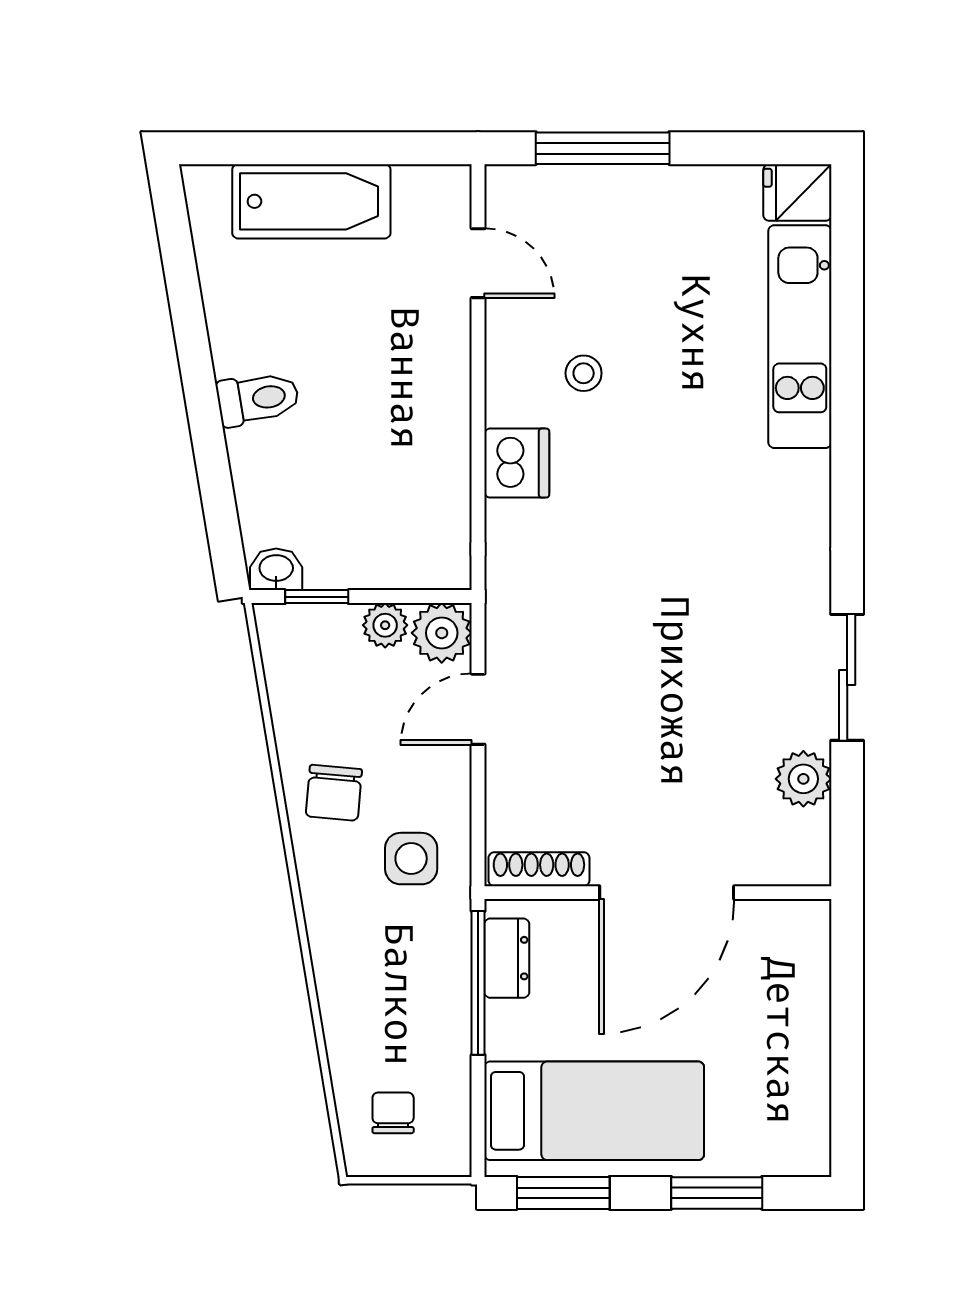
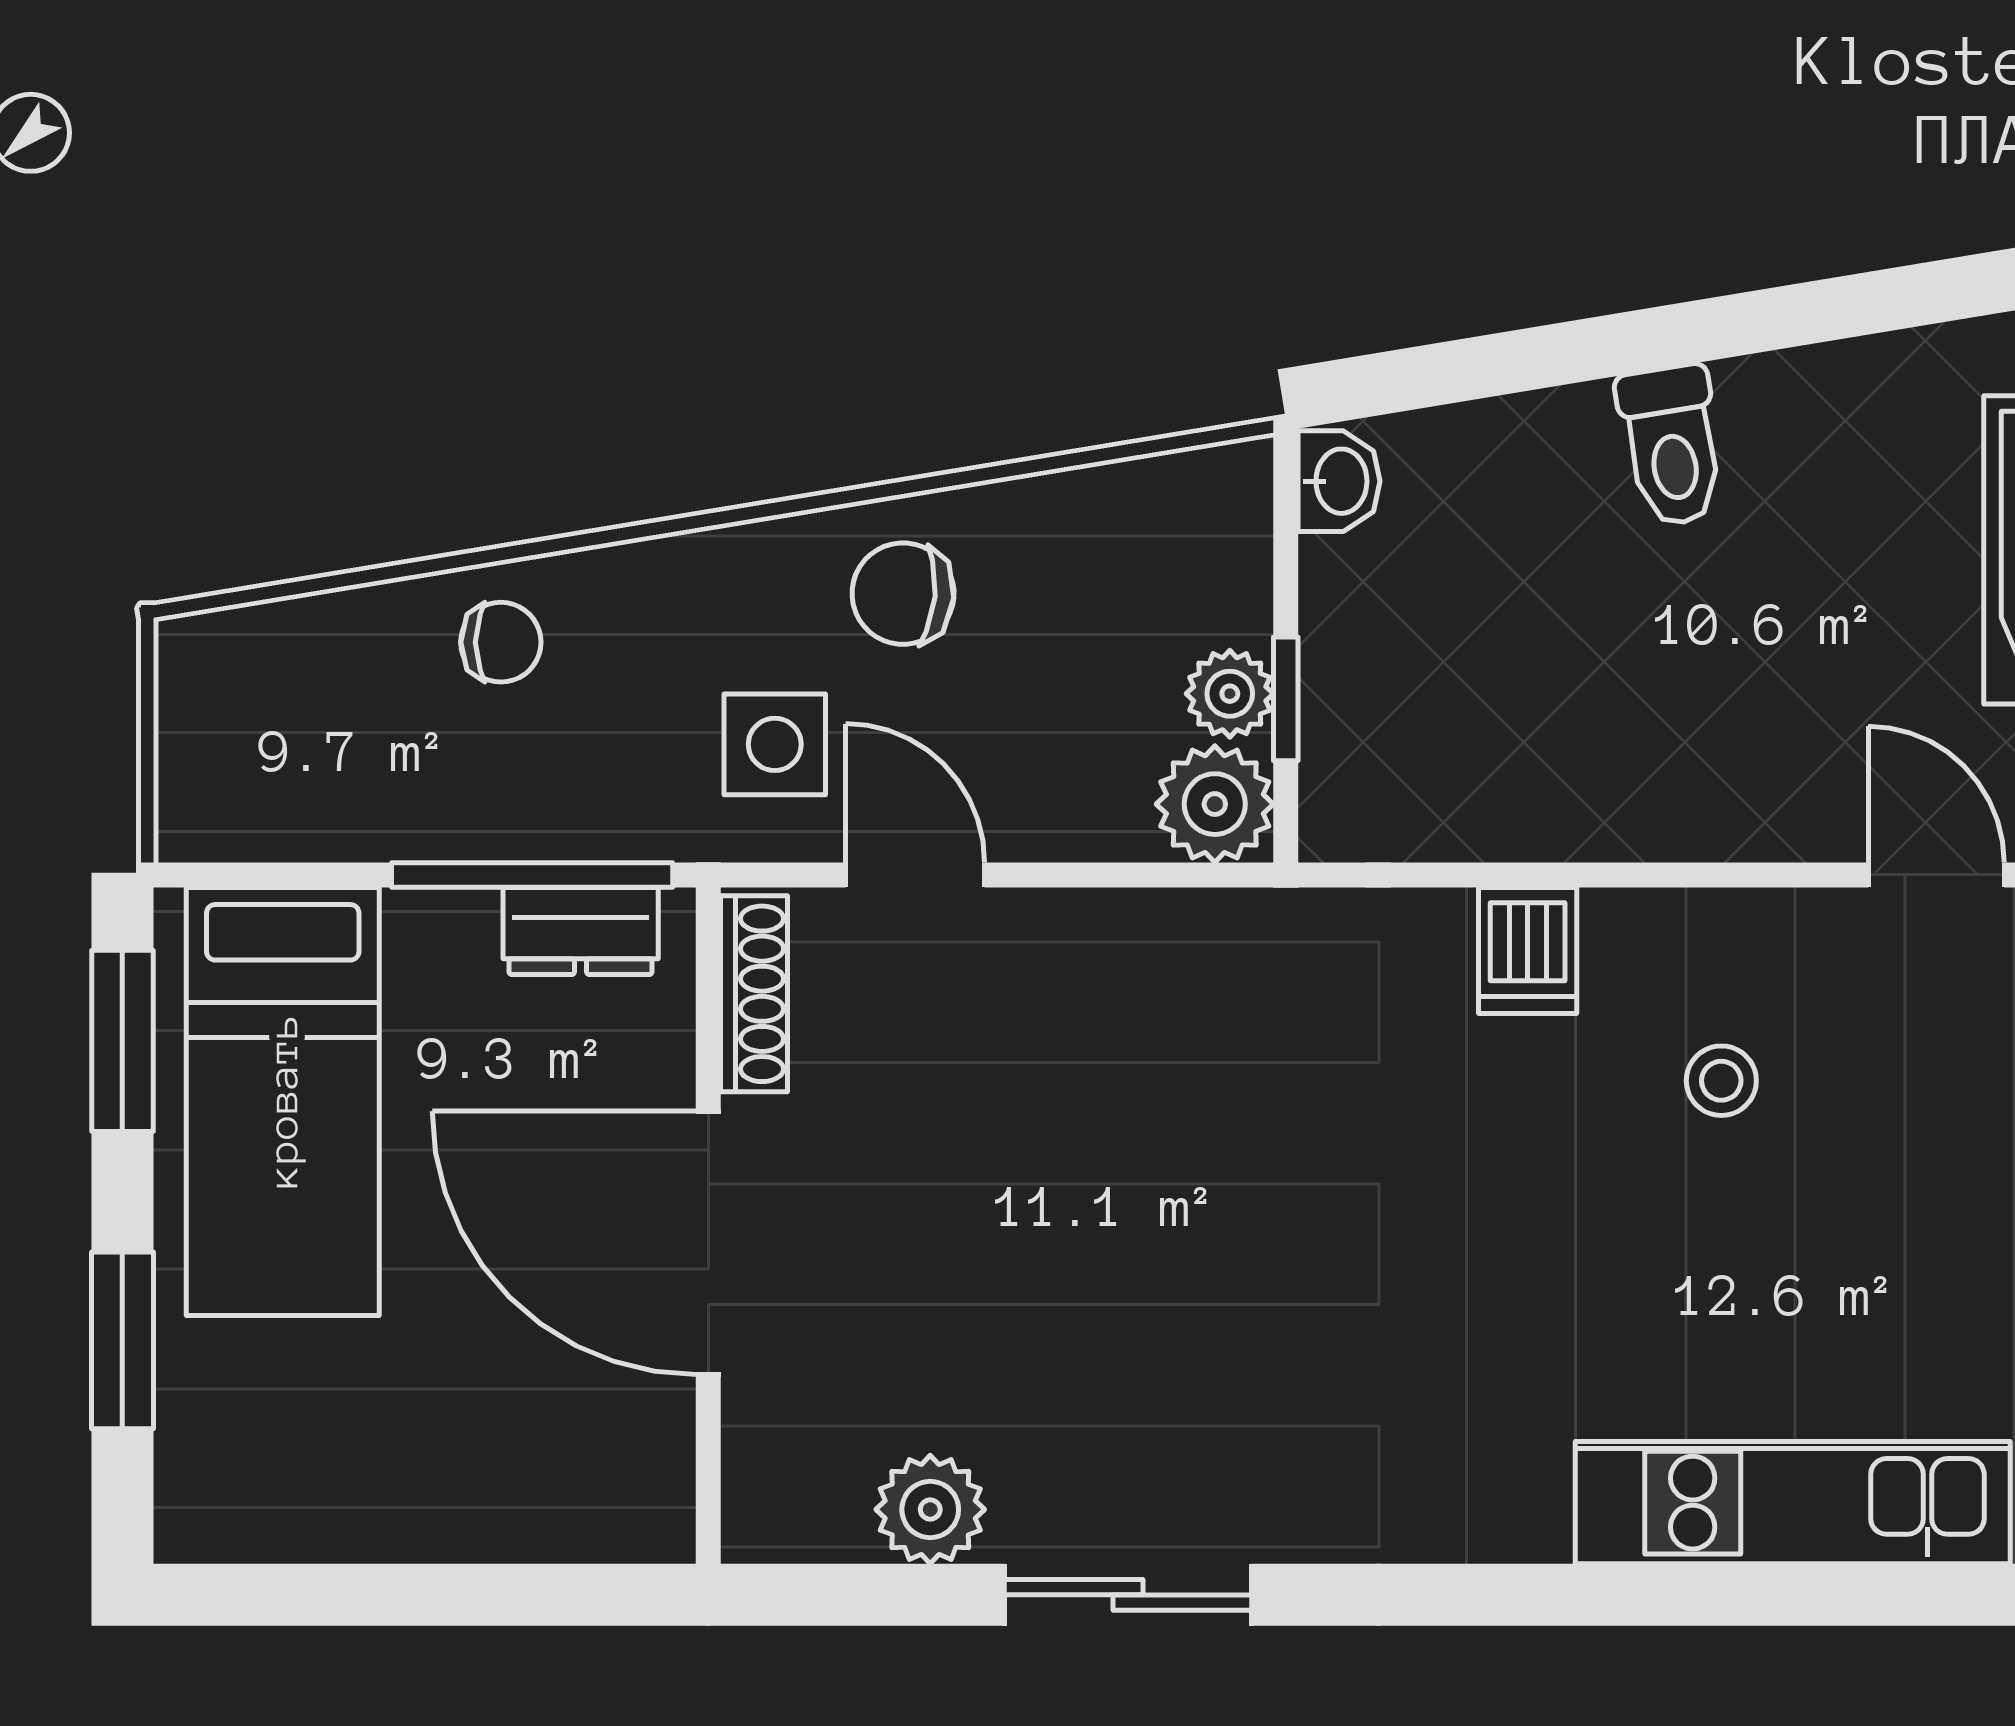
door: (478, 263) -> (1936, 875), swing flipped
dishwasher: (517, 463) -> (1528, 951), width x0.73
window: (317, 597) -> (1286, 699), moved
door: (478, 709) -> (915, 875), moved
chair: (393, 1113) -> (501, 642), moved

